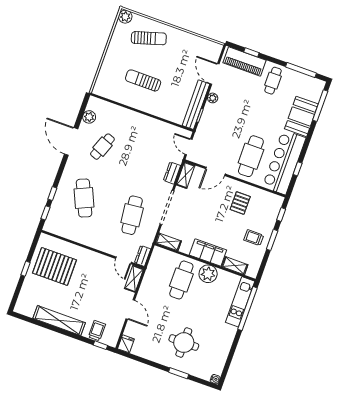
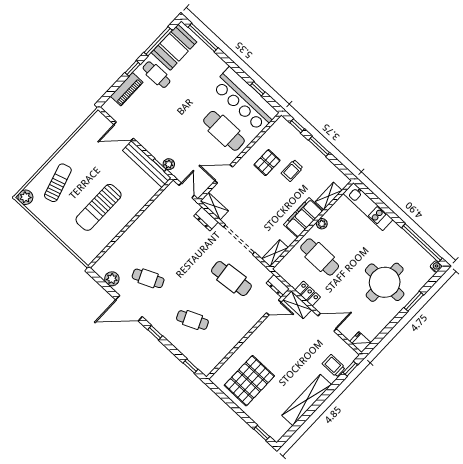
window: (251, 52) -> (133, 68), moved
piano: (244, 62) -> (127, 89), width x0.73, depth x0.75
sun lounger: (143, 80) -> (99, 207), width x1.36, depth x1.34
plant: (213, 98) -> (169, 164), moved
booth: (301, 116) -> (174, 47), moved, turned 90
cafe table: (102, 147) -> (148, 278), turned -45
door: (189, 147) -> (187, 190), swing flipped
door: (215, 171) -> (224, 174), swing flipped
window: (52, 194) -> (155, 333), moved
cafe table: (84, 198) -> (192, 320), width x0.73, depth x0.74
pallet: (240, 203) -> (267, 163), turned 90
trolley: (254, 238) -> (292, 171), moved
window: (25, 269) -> (262, 433), moved
plant: (208, 274) -> (322, 224), width x0.53, depth x0.53
locker: (147, 283) -> (308, 294), added
window: (248, 309) -> (422, 243), moved
round table: (184, 343) -> (385, 282), width x1.36, depth x1.36

